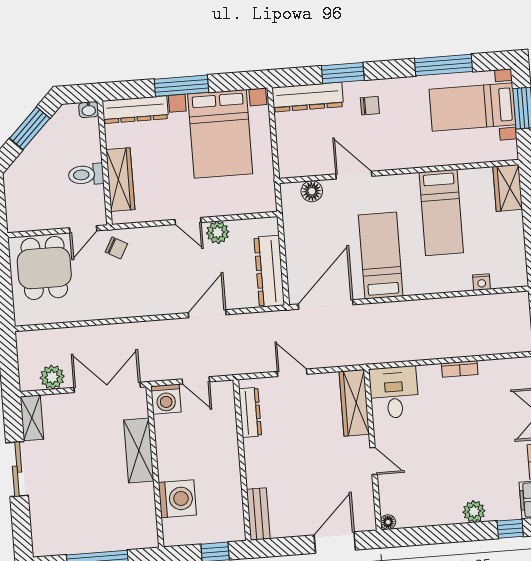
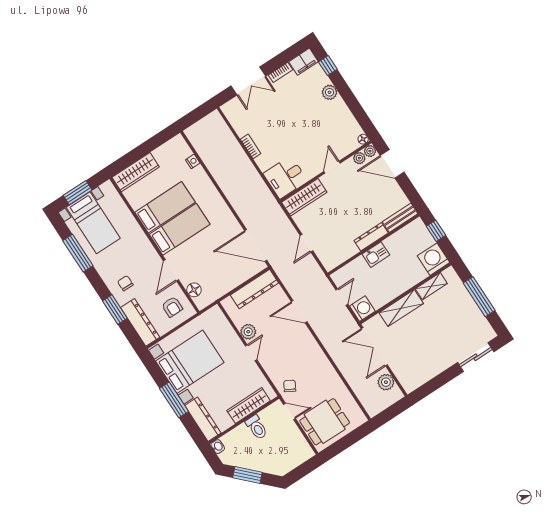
armchair: (305, 150) -> (172, 307), added
wardrobe: (508, 188) -> (136, 172), width x1.50
bed: (381, 255) -> (180, 229), moved, turned 180
dresser: (250, 412) -> (371, 237), moved
shelving: (32, 418) -> (431, 286), moved
kitchen sink: (227, 456) -> (376, 255), added
sliding door: (17, 469) -> (476, 357), moved
washing machine: (177, 499) -> (433, 259), moved
plant: (366, 503) -> (359, 158), added
plant: (368, 523) -> (370, 151), added

